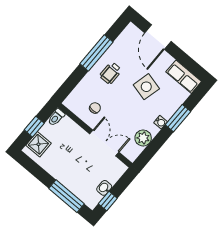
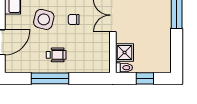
chair: (95, 108) -> (74, 19), moved
shower: (38, 144) -> (125, 53), moved

